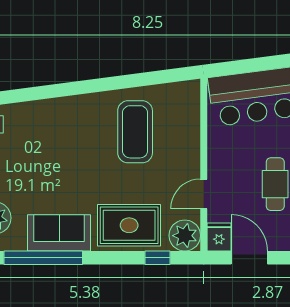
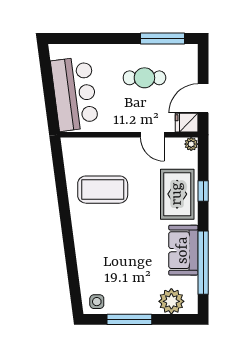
plant: (185, 236) -> (191, 144), width x0.53, depth x0.53
window: (158, 258) -> (203, 191), moved

